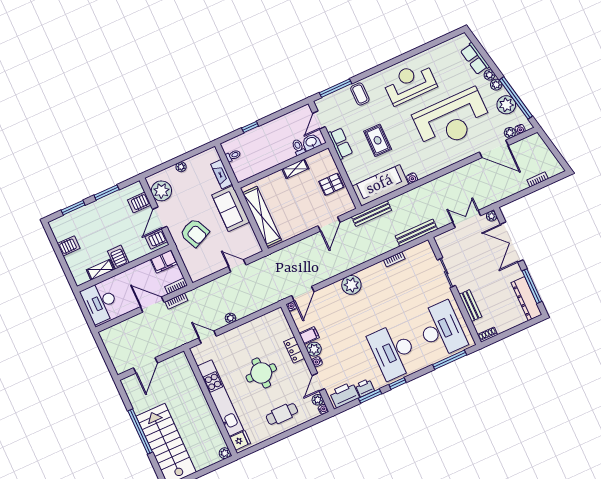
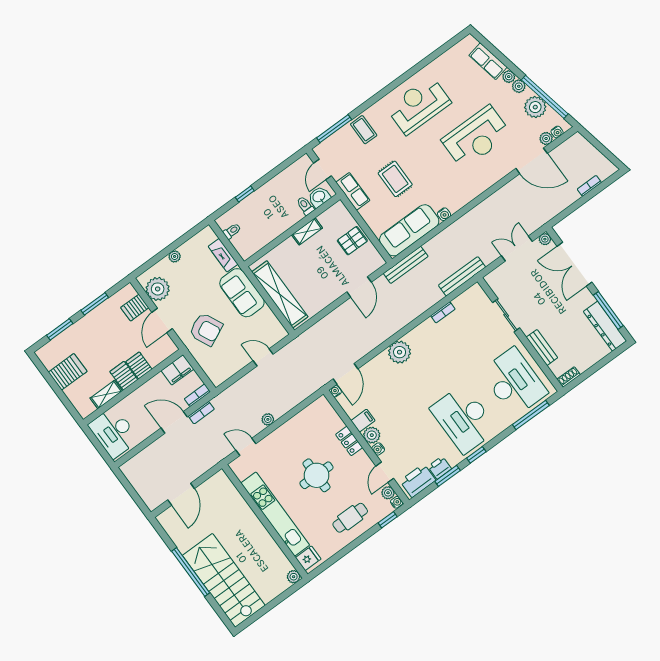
reception desk: (452, 120) -> (476, 137), width x0.74, depth x0.77
server rack: (156, 239) -> (139, 365), moved, turned 90
server rack: (69, 246) -> (68, 372), width x1.36, depth x1.44
window: (313, 422) -> (388, 520), added

